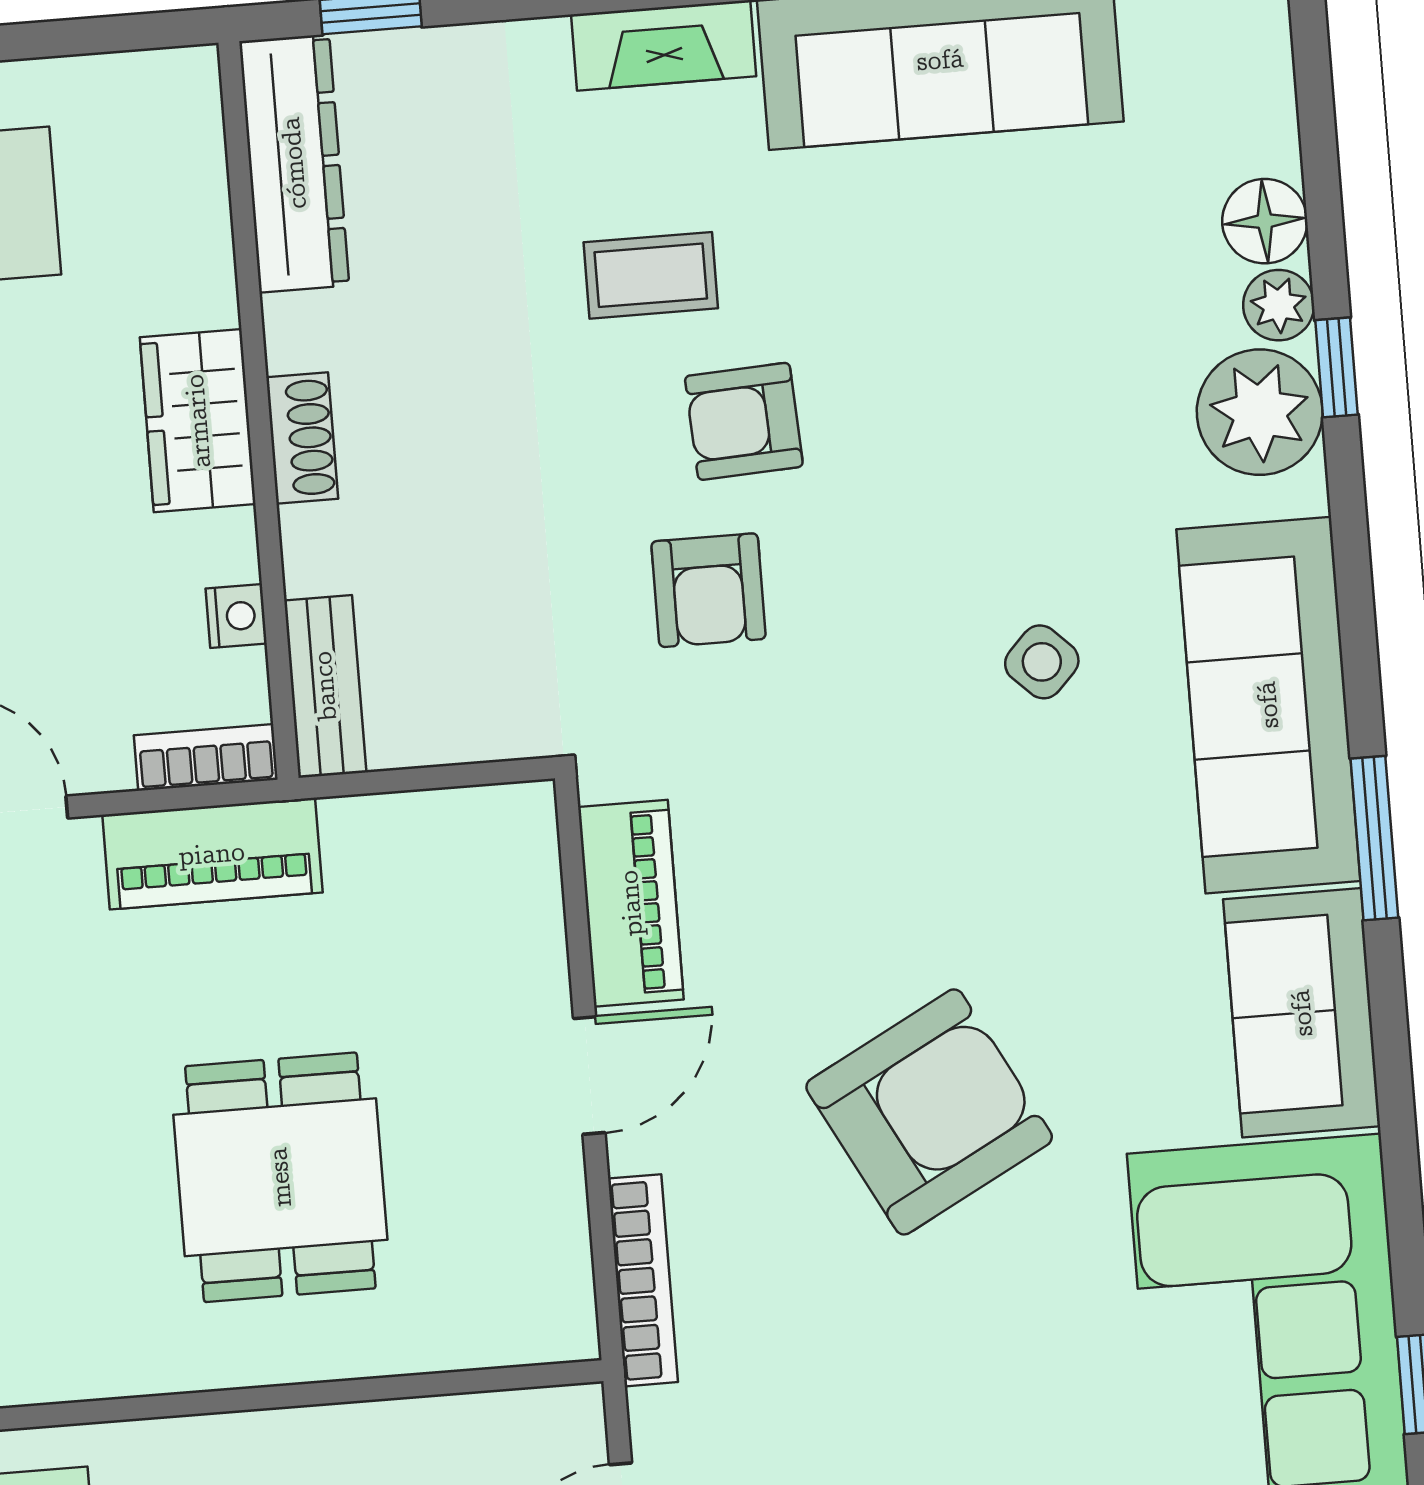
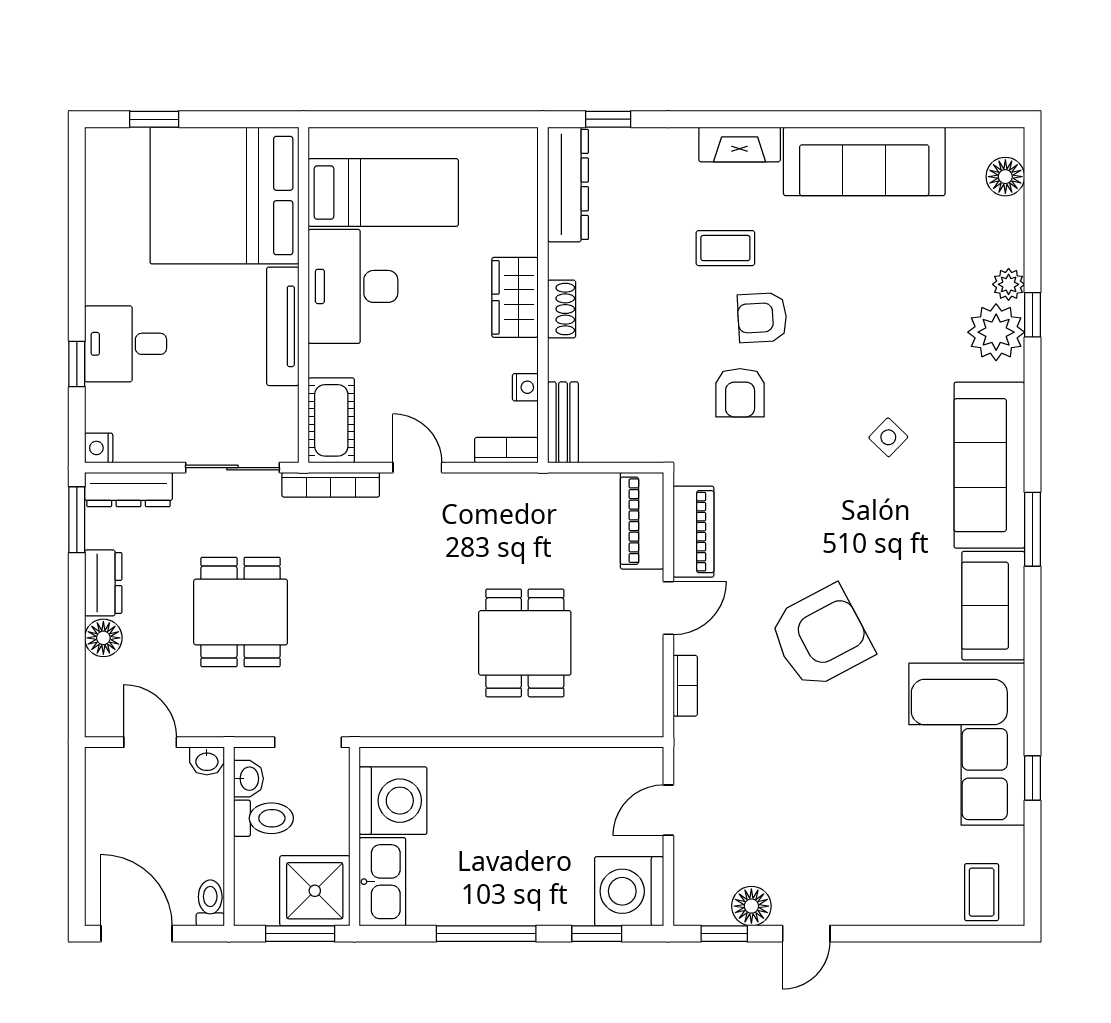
floor lamp: (1265, 221) -> (1005, 177), moved
piano: (212, 854) -> (642, 521), moved, turned 90
bookcase: (643, 1280) -> (685, 686), width x0.64

